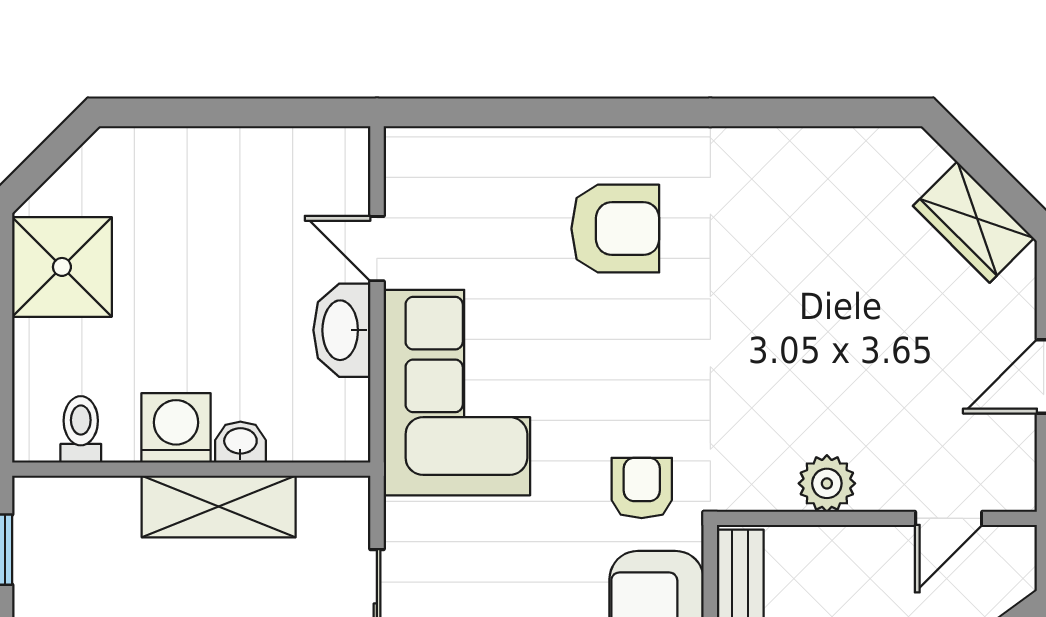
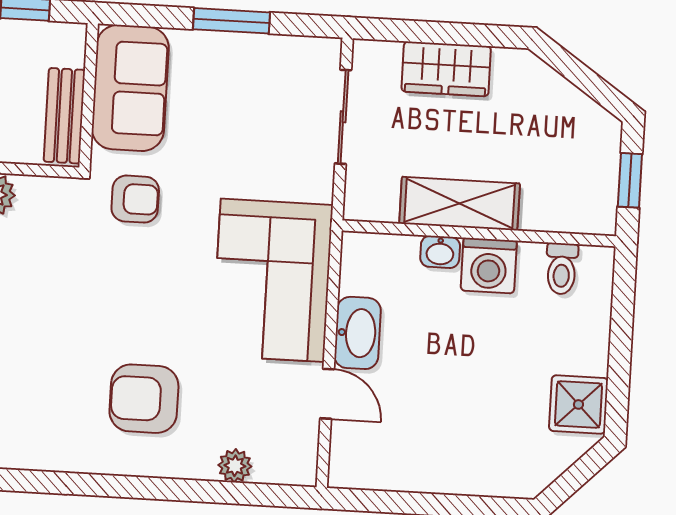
plant: (492, 148) -> (235, 466), added
shower: (62, 267) -> (578, 404), width x0.73, depth x0.73
armchair: (642, 488) -> (135, 199), turned -90

